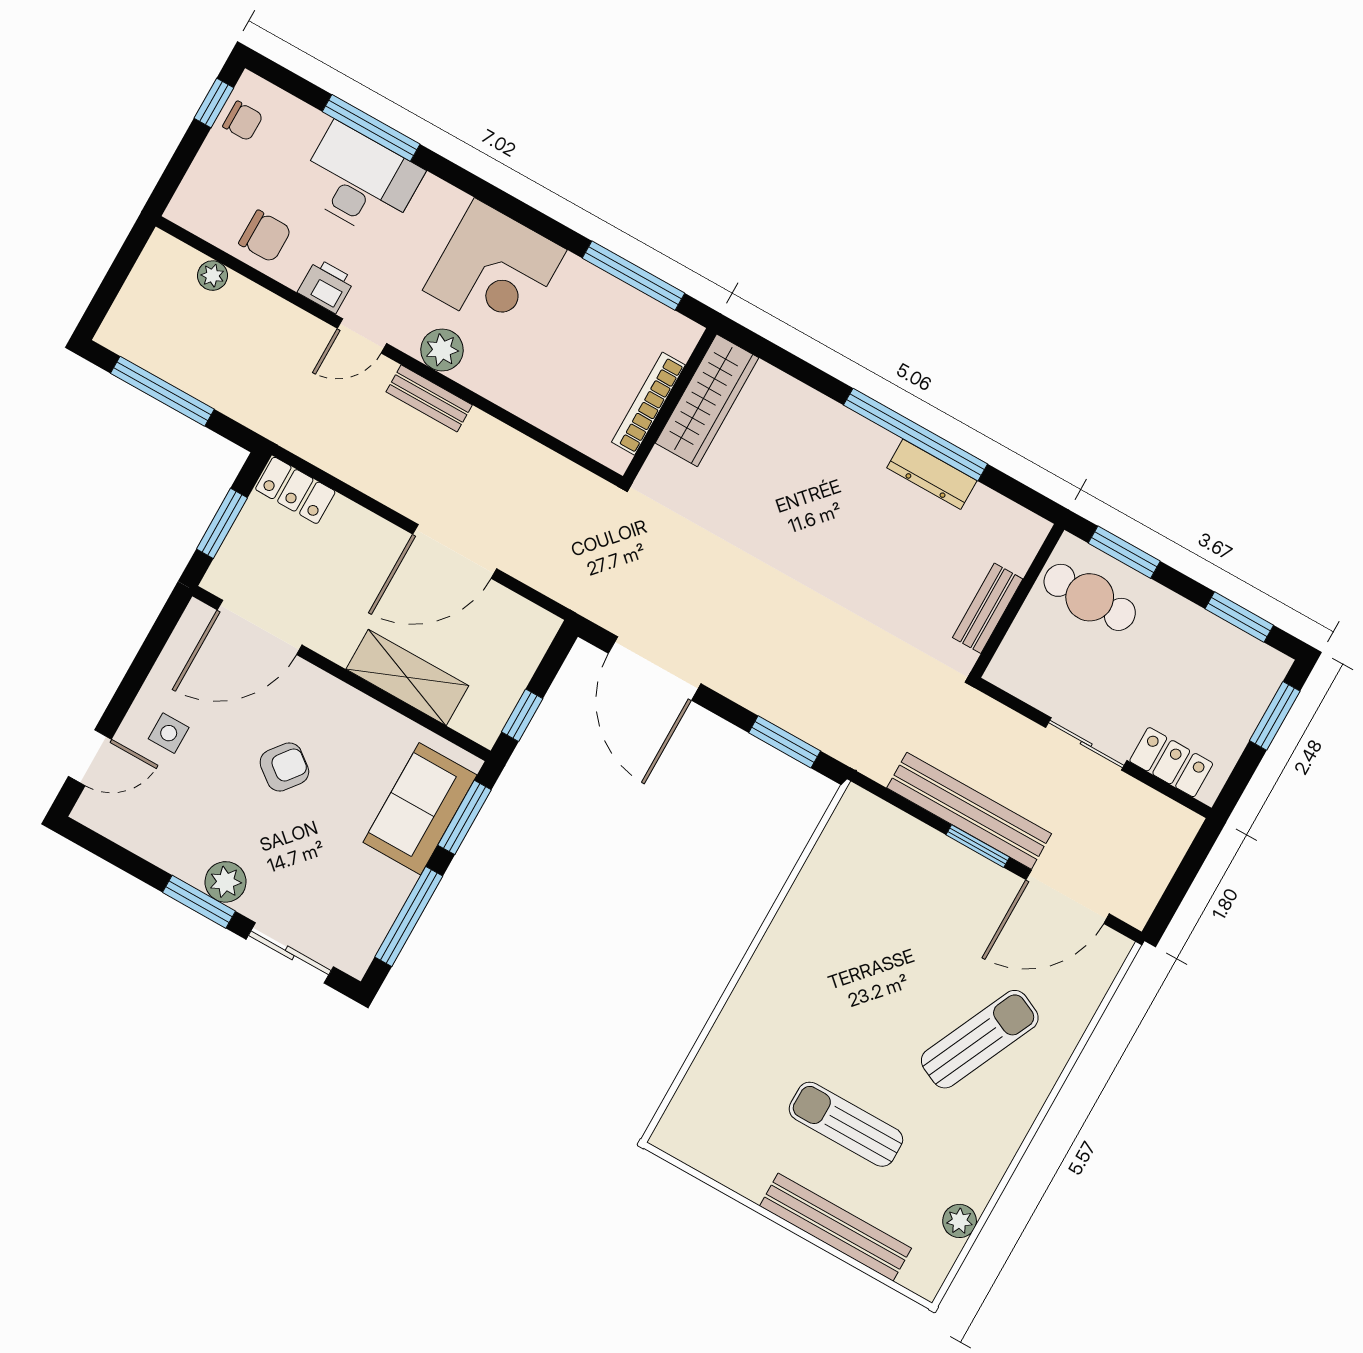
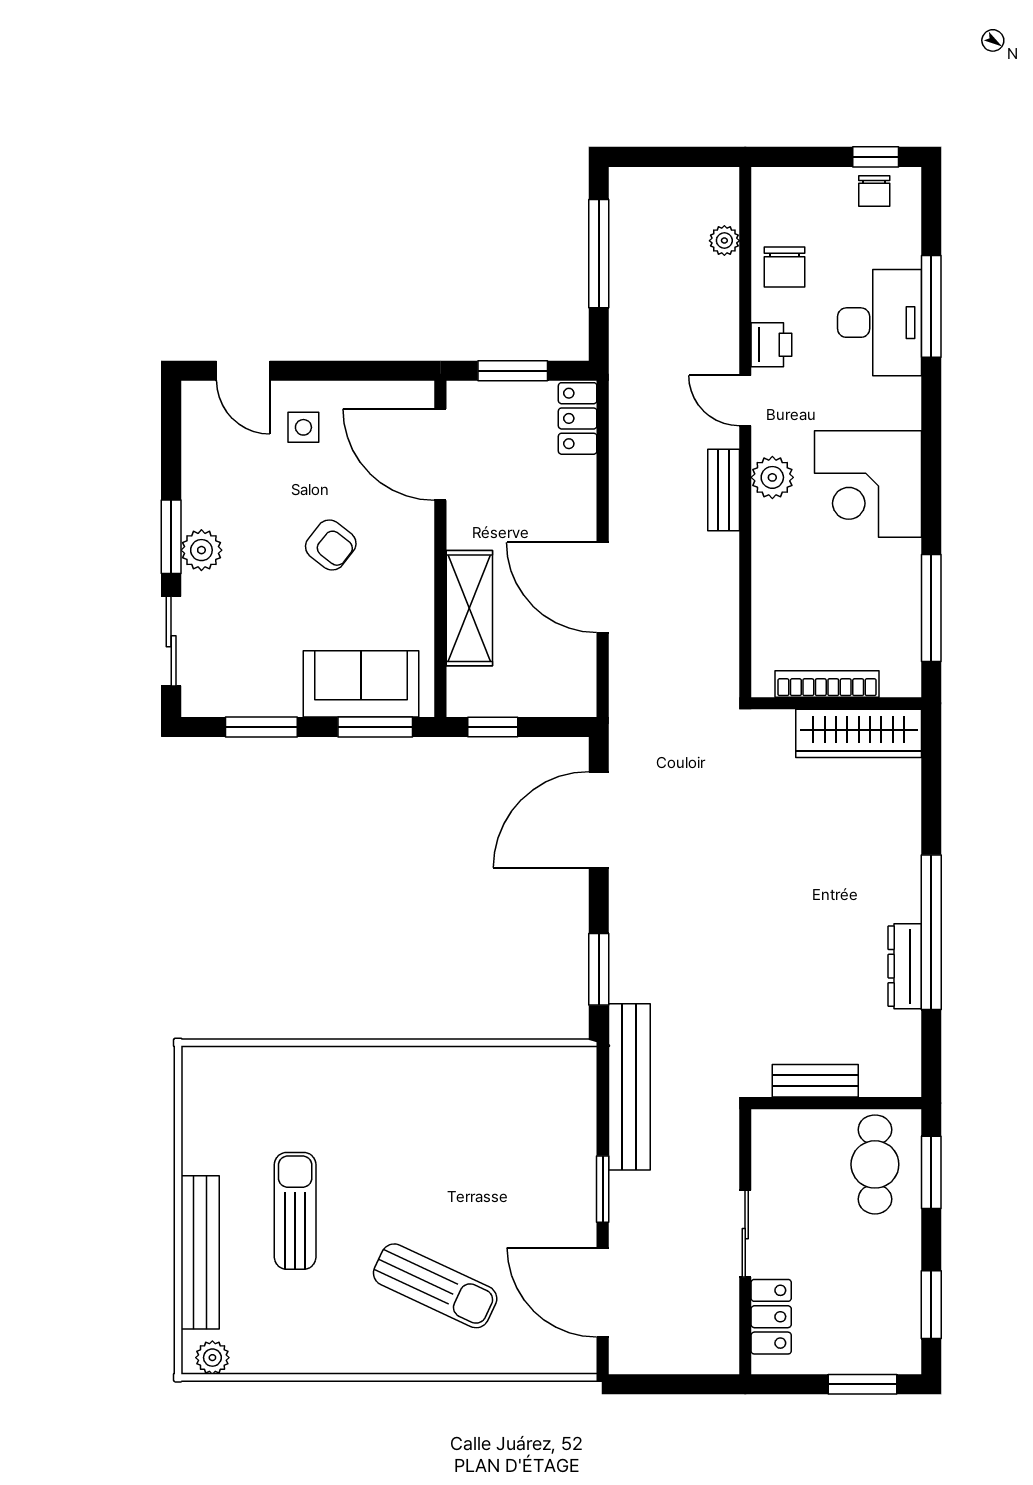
bench: (969, 811) -> (629, 1087), moved
window: (409, 916) -> (261, 727), width x0.69
plant: (960, 1221) -> (212, 1358), moved

